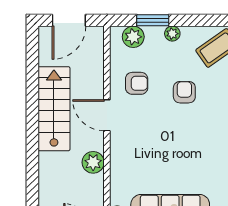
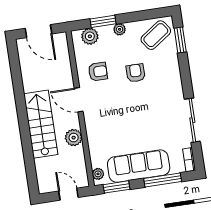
door: (69, 20) -> (38, 31), hinge flipped
stairs: (54, 109) -> (41, 124), moved

